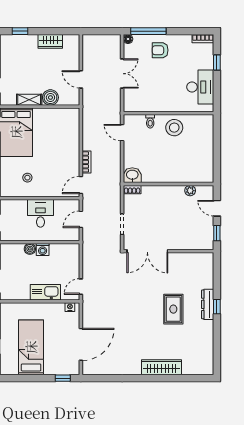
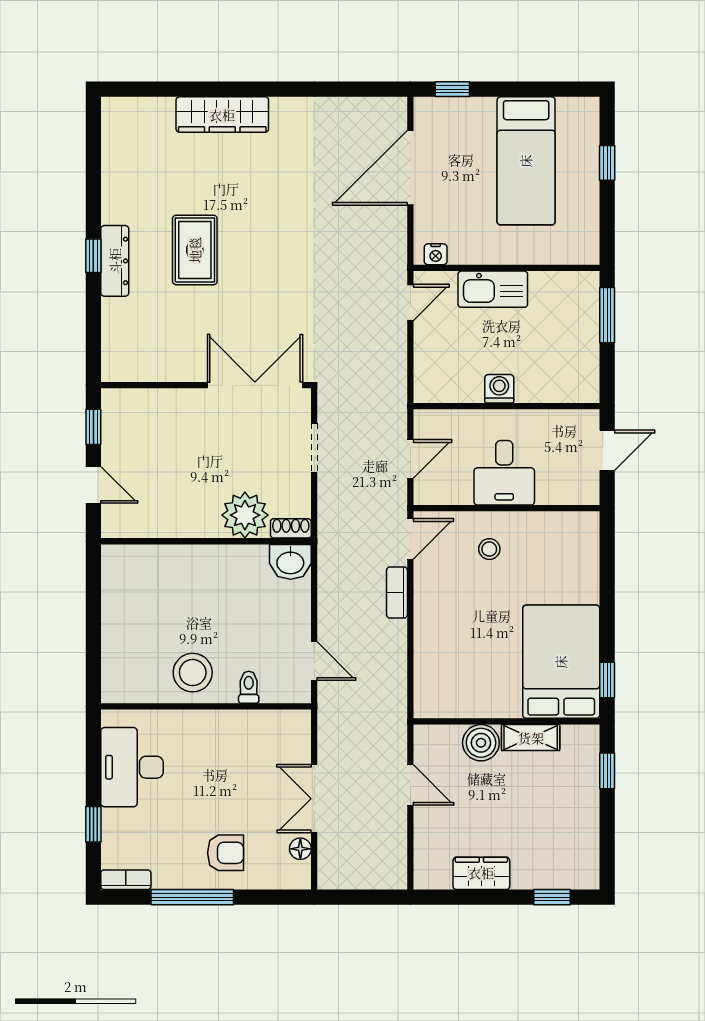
window: (148, 31) -> (192, 897), moved
floor lamp: (128, 39) -> (300, 849), moved
stool: (27, 178) -> (489, 549), moved
plant: (190, 191) -> (245, 515), moved, width x1.88, depth x1.88
boiler: (30, 249) -> (529, 390), removed

